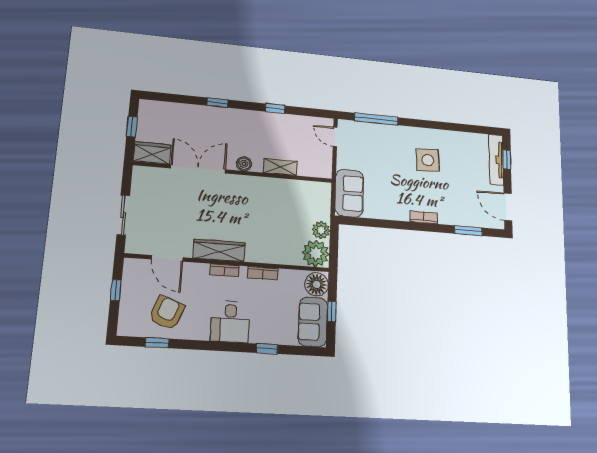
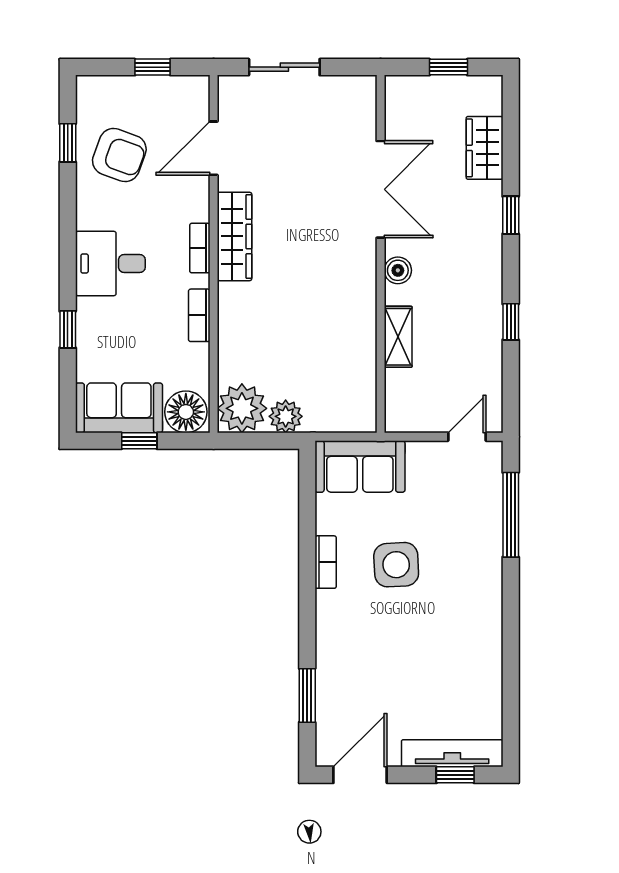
wardrobe: (152, 153) -> (485, 148), moved, turned 180
side table: (428, 160) -> (396, 565), moved
bookcase: (424, 217) -> (326, 562), moved

